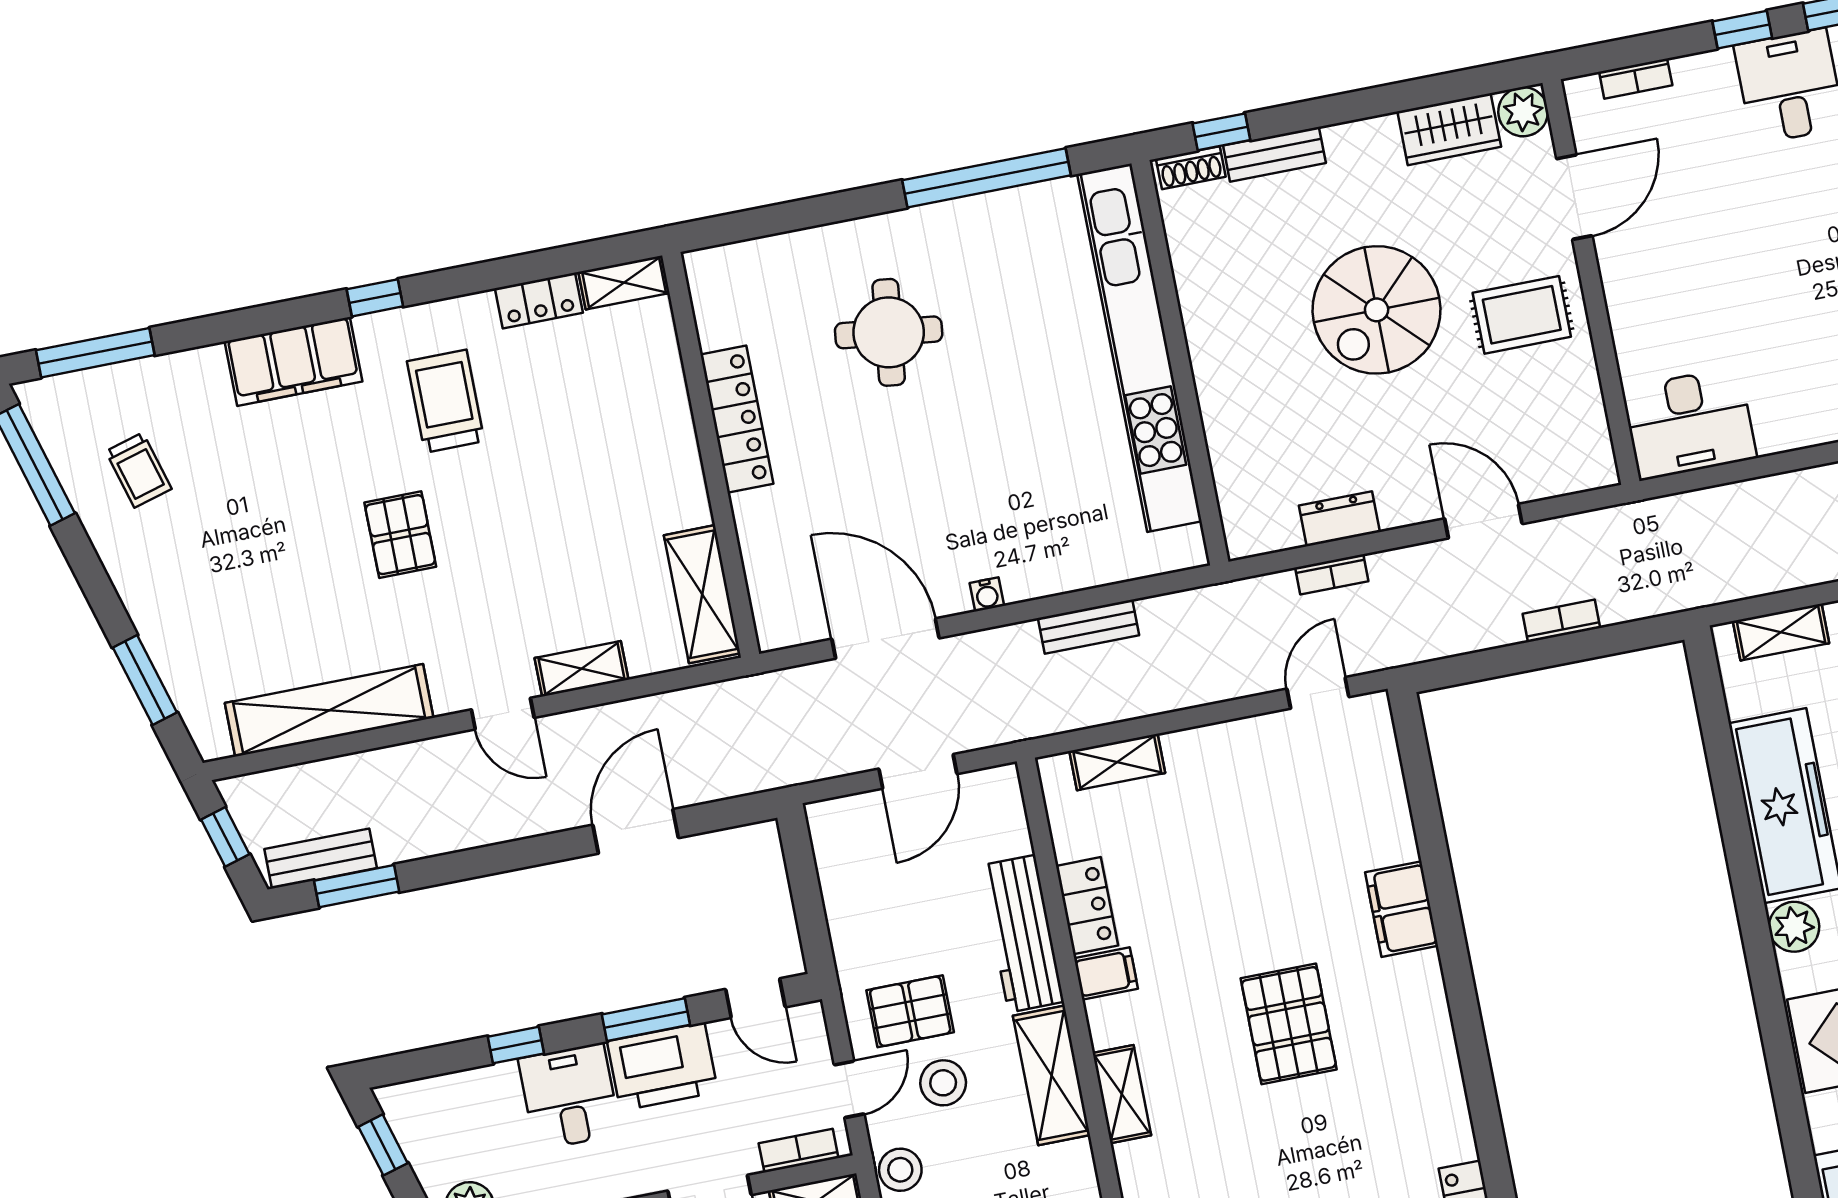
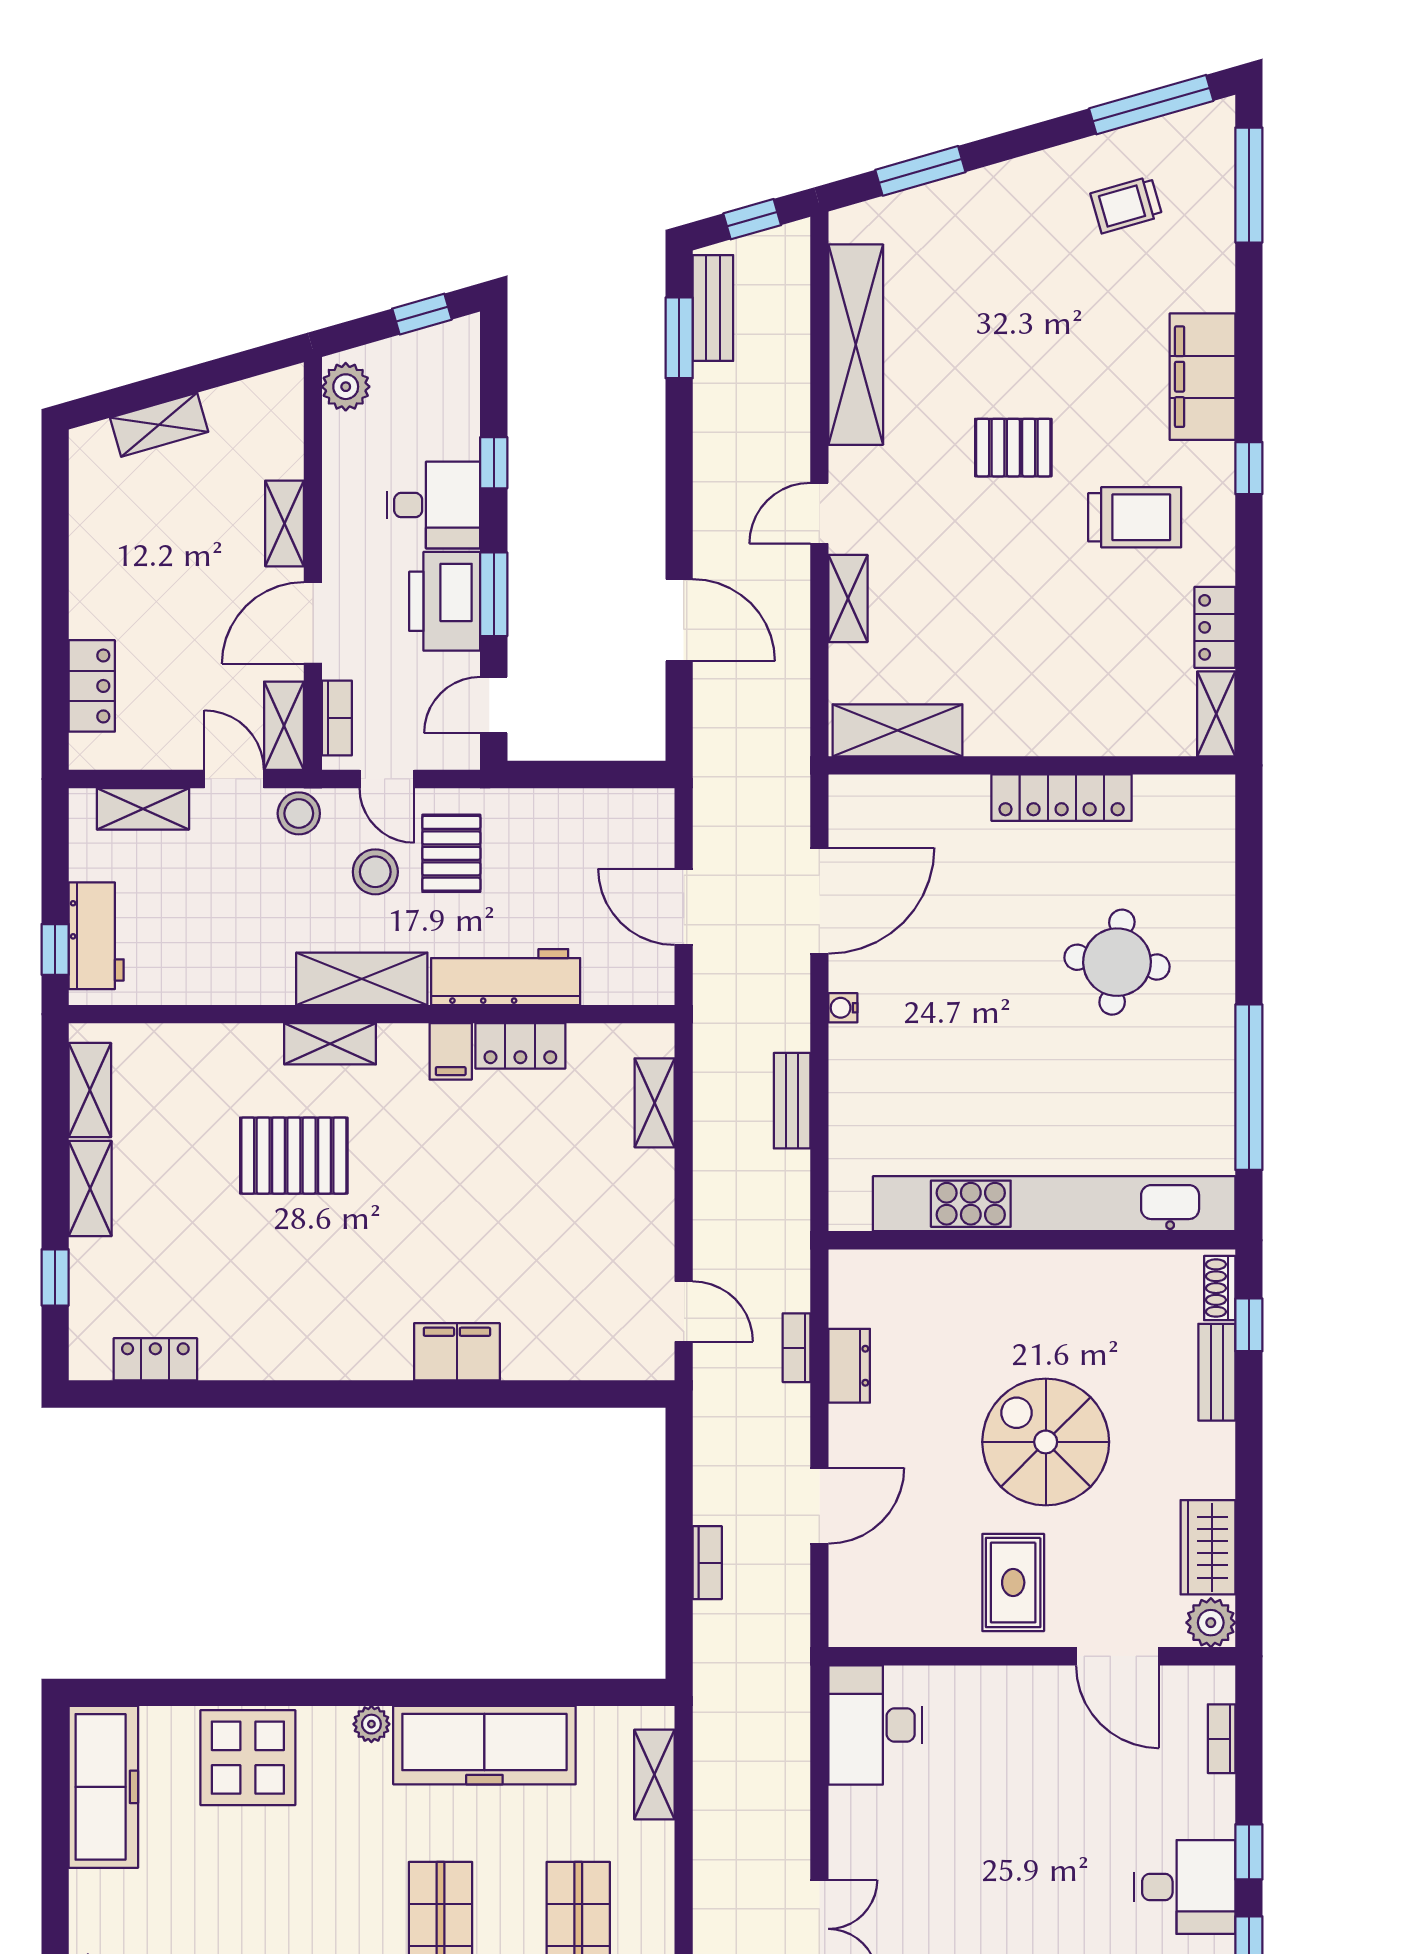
plant: (1794, 927) -> (371, 1724), width x0.73, depth x0.73
pallet: (1289, 1024) -> (294, 1156), moved

